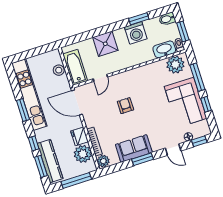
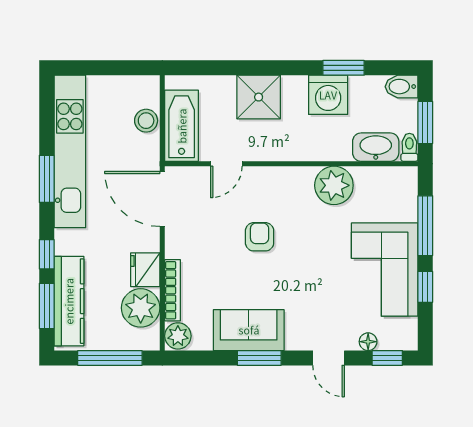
plant: (175, 65) -> (334, 185), moved

